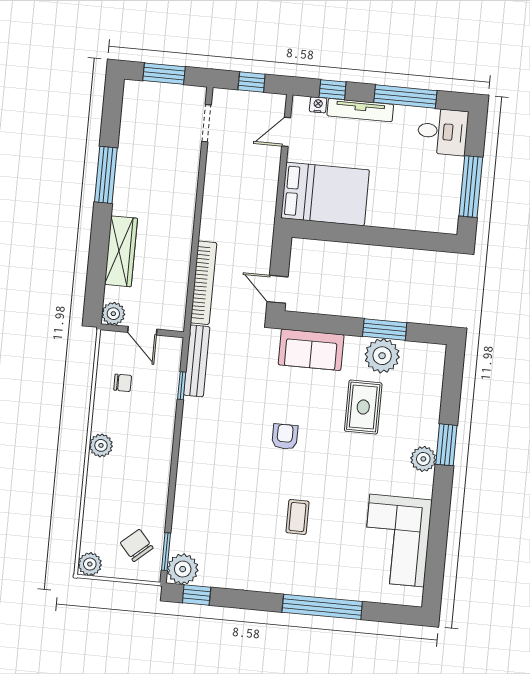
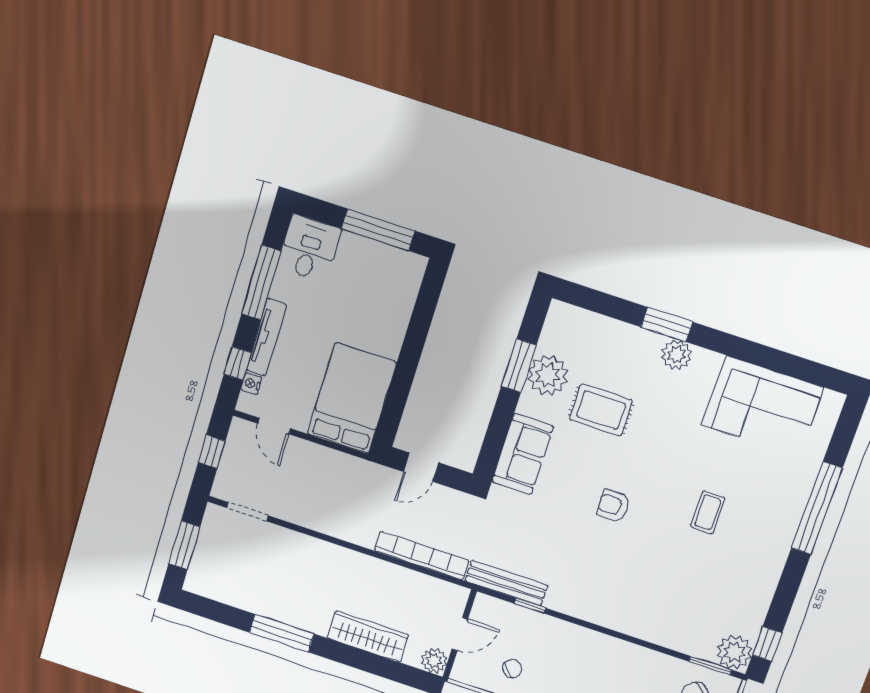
door: (278, 289) -> (421, 467), moved
chair: (123, 383) -> (512, 668), turned 44
coffee table: (298, 517) -> (708, 512), turned 90

